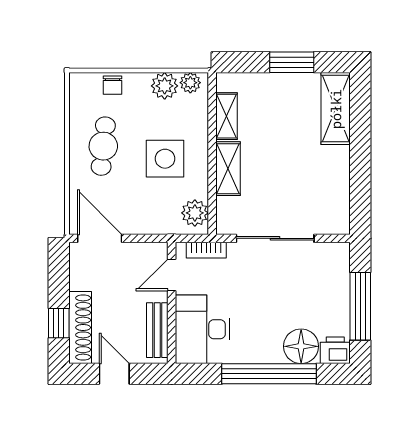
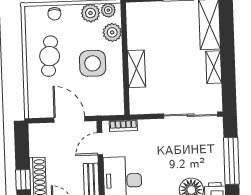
shelving: (226, 116) -> (214, 67), moved
plant: (195, 213) -> (112, 32), moved
door: (100, 238) -> (69, 119), moved
sliding door: (275, 238) -> (191, 115), moved

